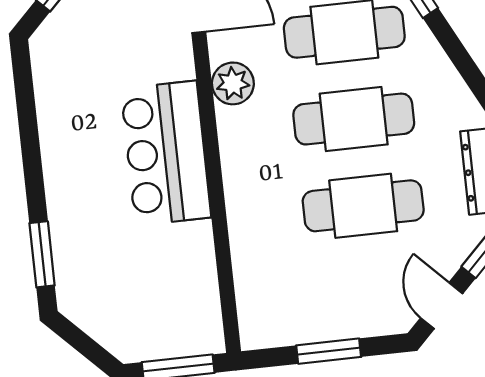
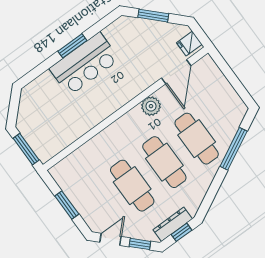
bar counter: (166, 153) -> (84, 64), moved, turned 180
window: (42, 254) -> (72, 46), moved

